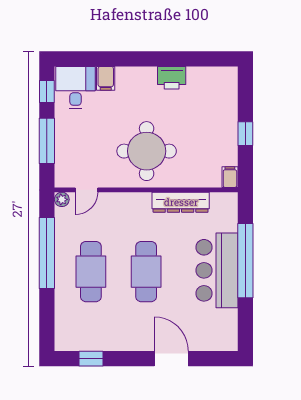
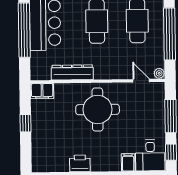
filing cabinet: (230, 177) -> (42, 91), width x2.00
door: (86, 190) -> (141, 81), hinge flipped

